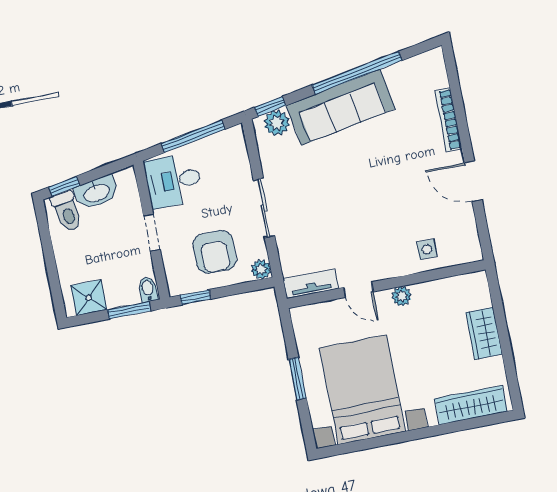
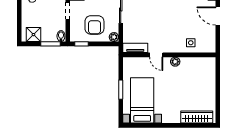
wardrobe: (484, 333) -> (209, 86), removed
bed with nightstands: (362, 390) -> (142, 100), width x0.73

